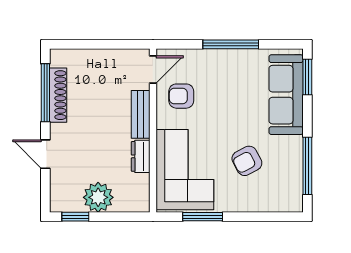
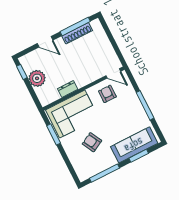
window: (307, 77) -> (139, 156), moved
bench: (141, 114) -> (88, 79), removed
door: (45, 154) -> (45, 42), swing flipped

